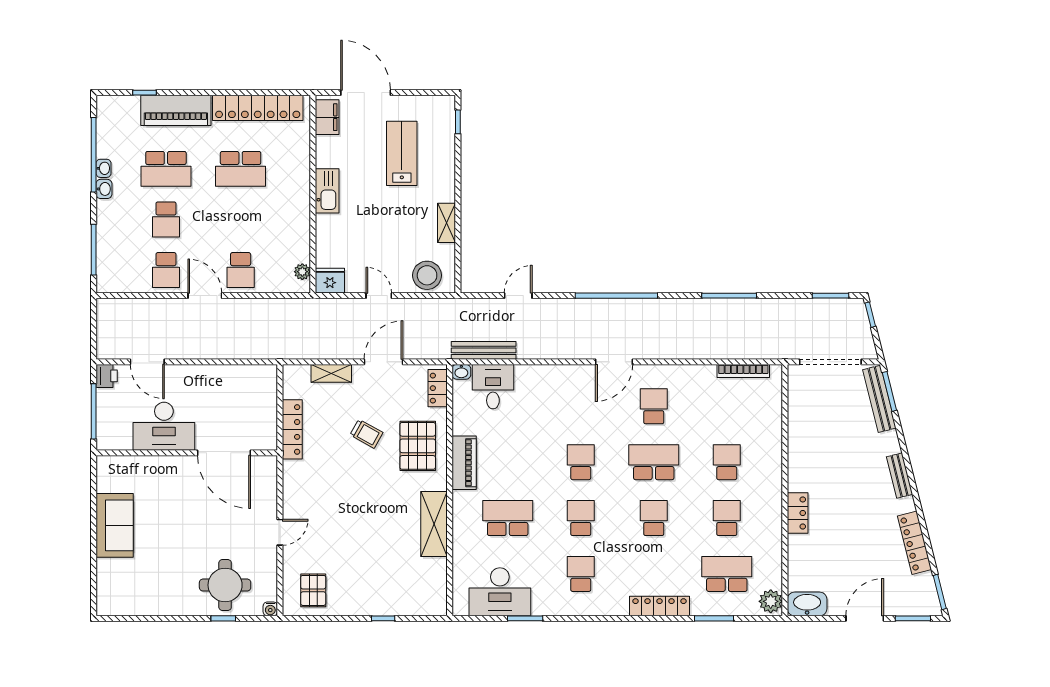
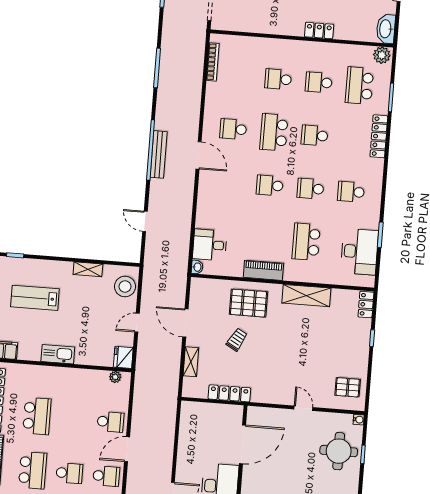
bench: (484, 350) -> (159, 154), moved
locker: (438, 388) -> (366, 305), moved, turned 90

